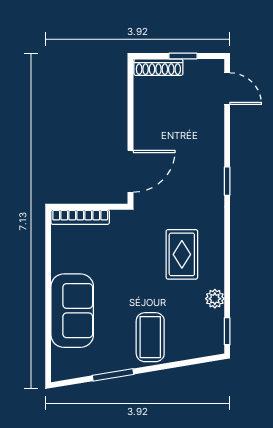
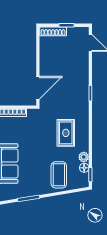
floor lamp: (216, 318) -> (84, 168), added
coffee table: (150, 337) -> (59, 175), moved

